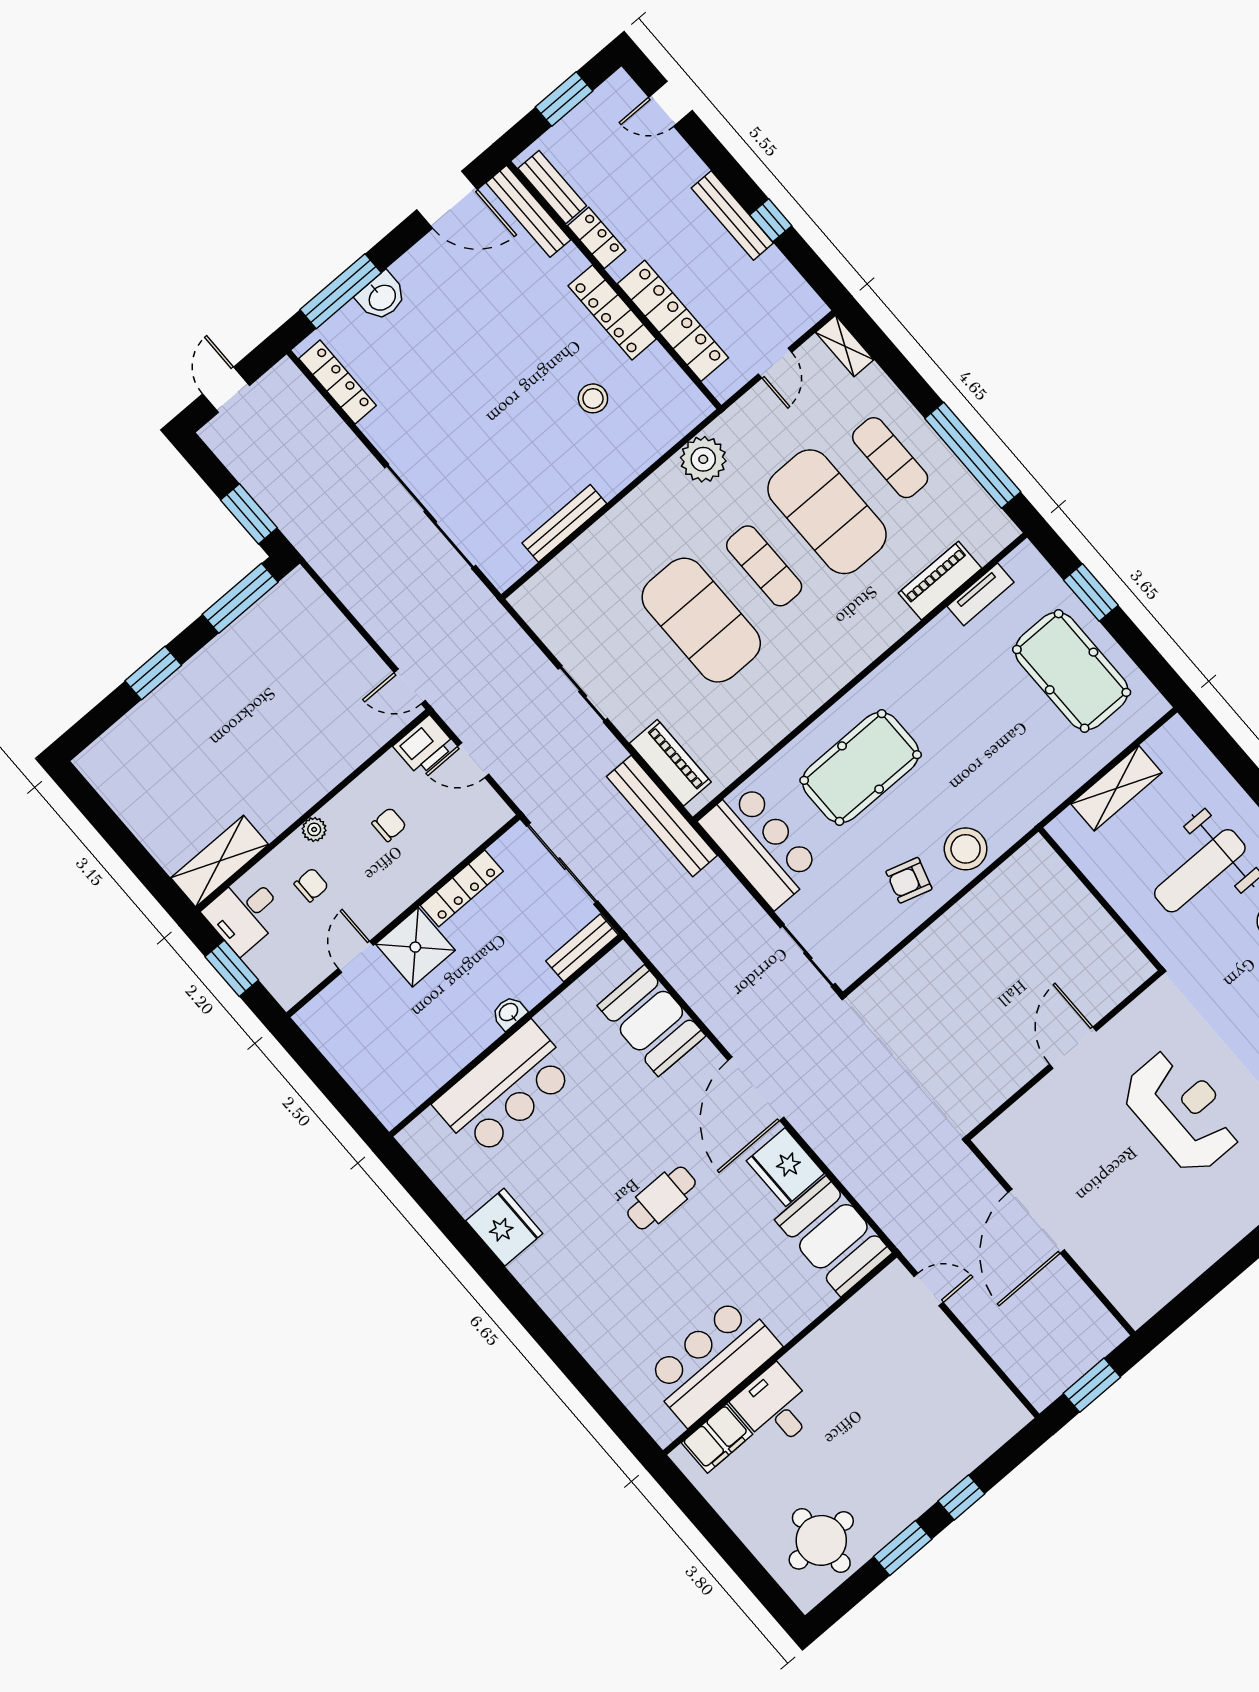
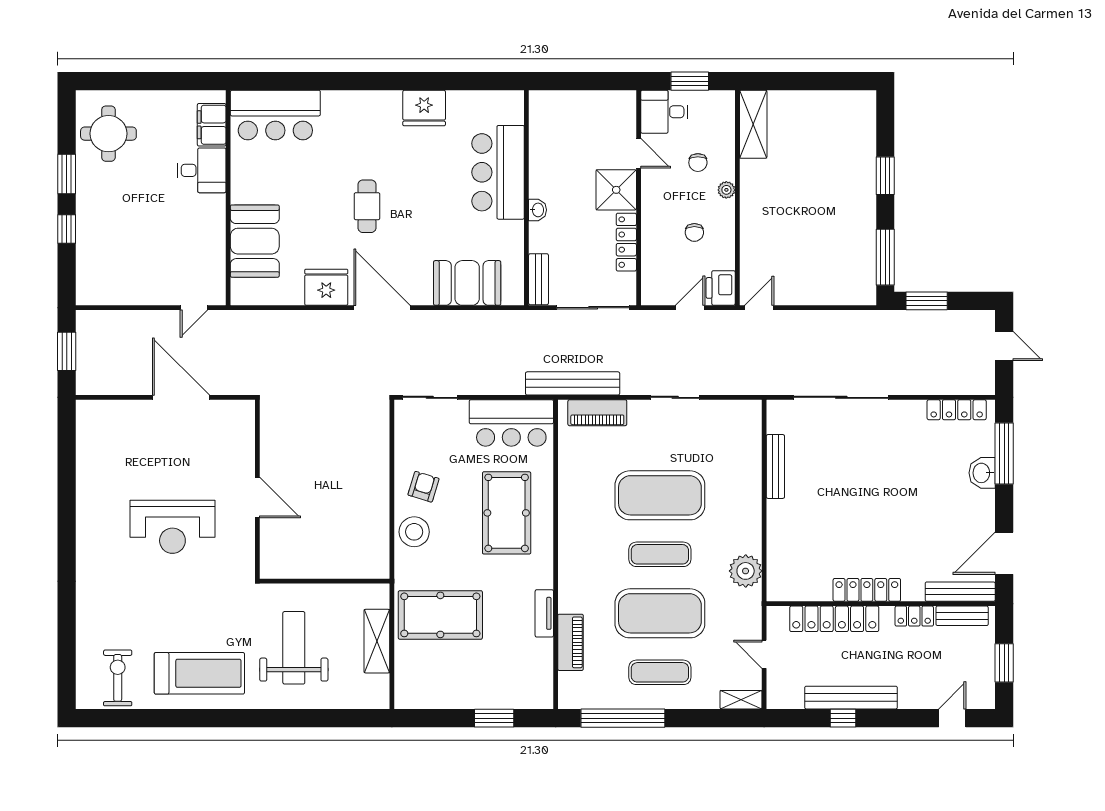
bench: (732, 215) -> (851, 698), width x1.37, depth x1.21
stool: (593, 398) -> (829, 540), removed
tv unit: (981, 594) -> (544, 613), moved
pool table: (1072, 671) -> (440, 615), moved
desk: (245, 914) -> (664, 112), moved, turned -90
booth: (833, 1236) -> (255, 241), moved, turned 90
bar counter: (713, 1361) -> (275, 115), moved, turned 90

